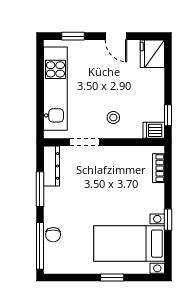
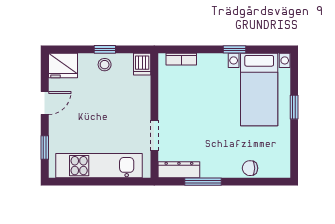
window: (168, 115) -> (105, 49), moved
stool: (113, 117) -> (105, 65), moved
chair: (53, 235) -> (250, 168), turned 180
window: (40, 246) -> (262, 182), removed

